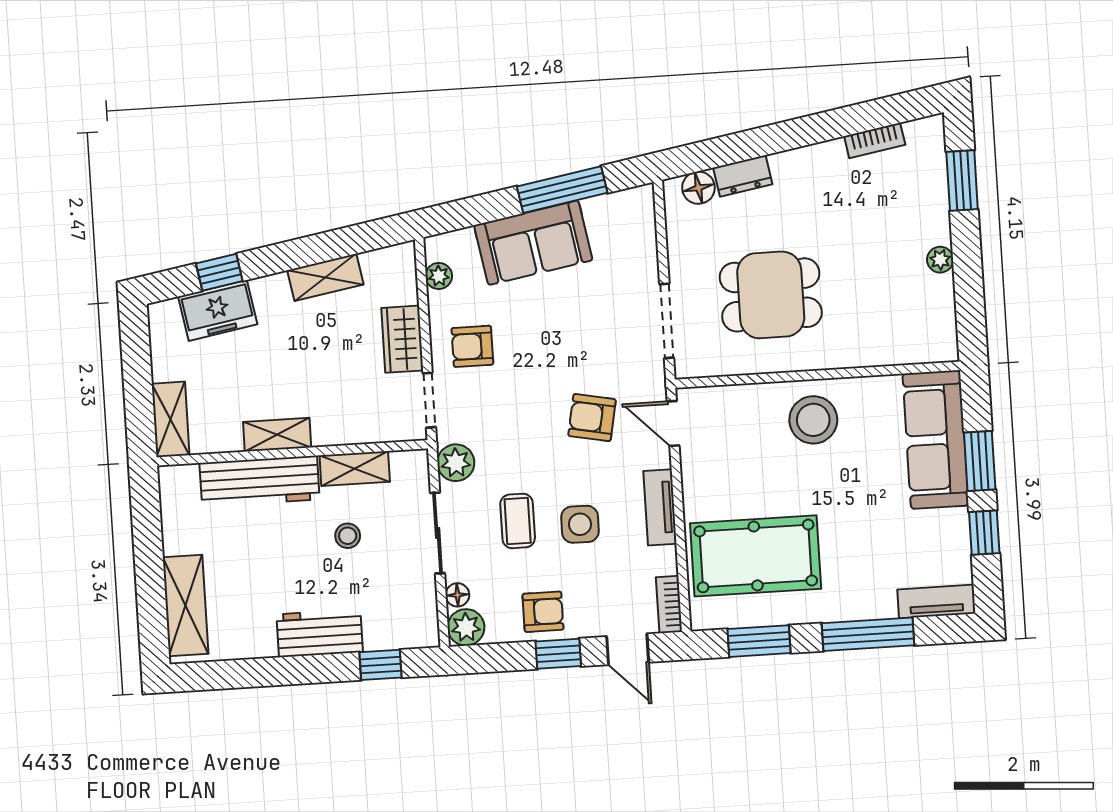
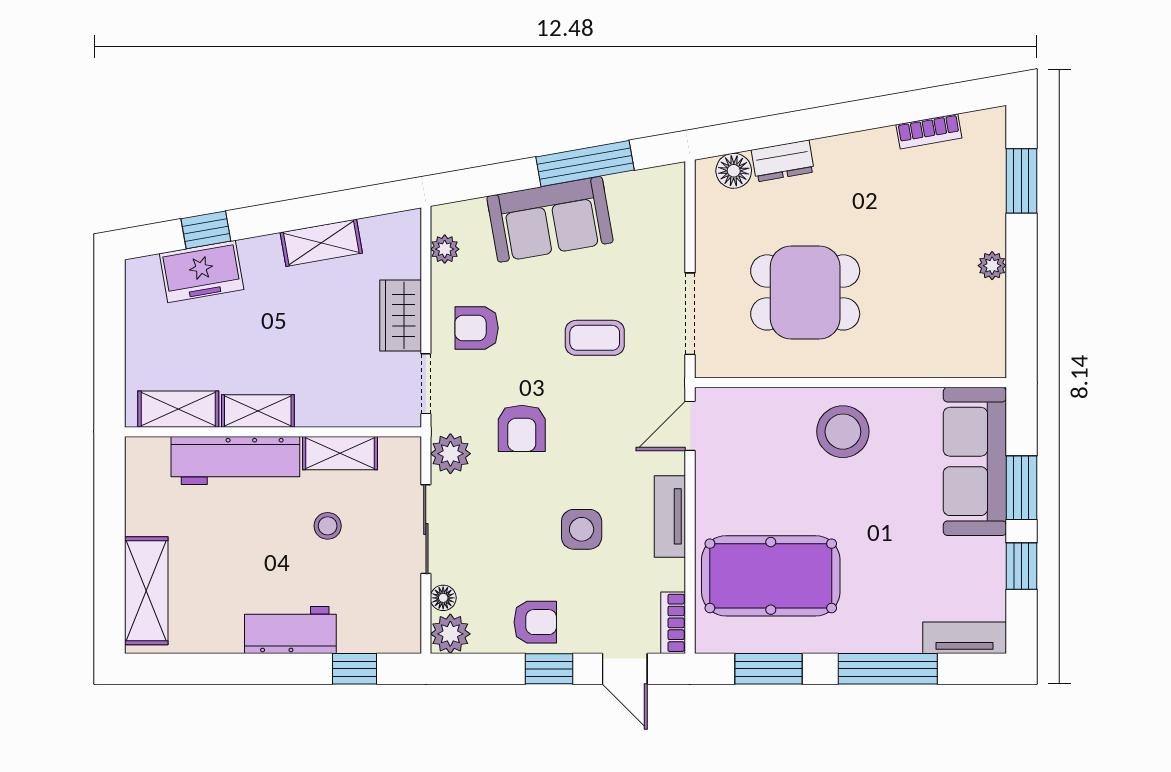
armchair: (592, 418) -> (522, 428), moved, turned -101
shelving: (171, 419) -> (178, 409), moved, turned 90
door: (673, 424) -> (690, 426), hinge flipped
coffee table: (518, 521) -> (595, 338), moved, turned 90

